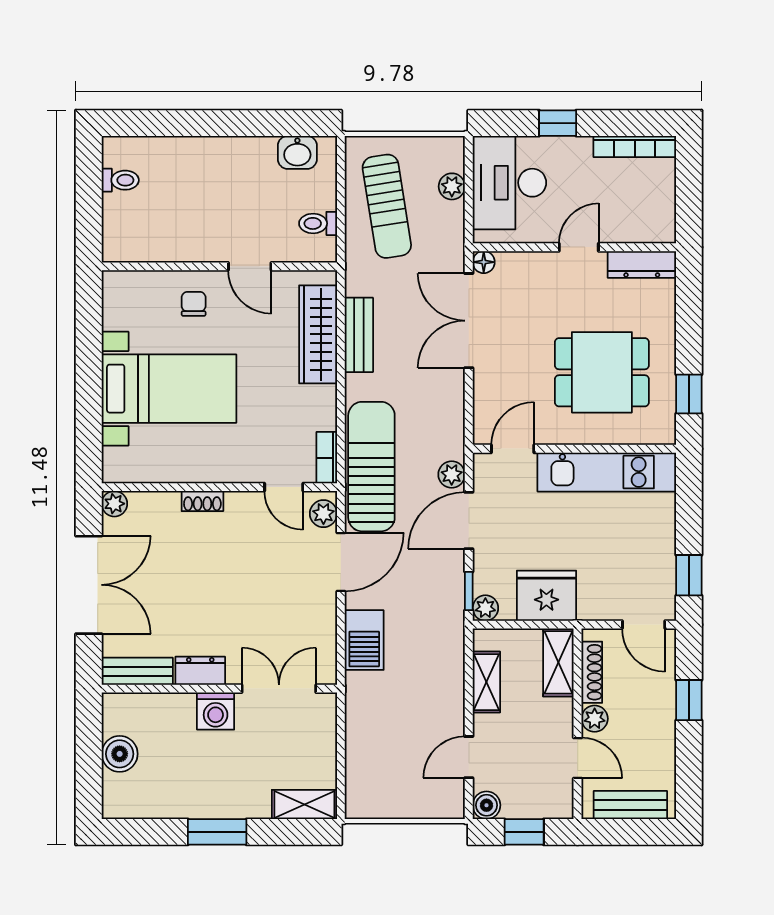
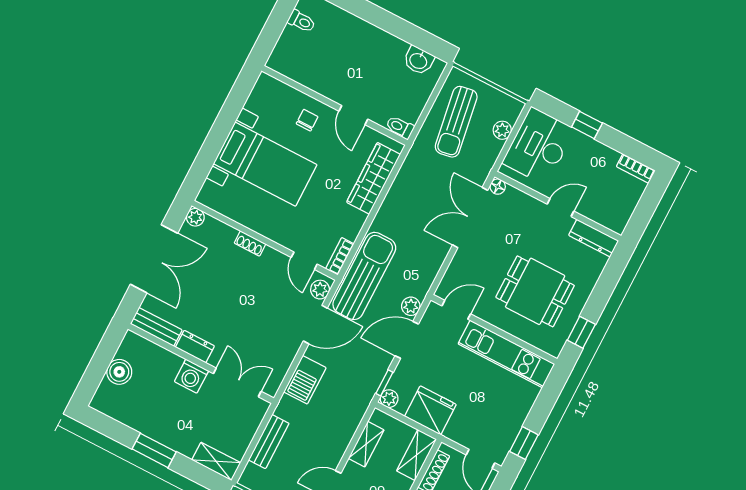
bookcase: (635, 146) -> (636, 168), width x0.64
toilet: (318, 223) -> (400, 127), moved
bench: (359, 335) -> (269, 442), moved

